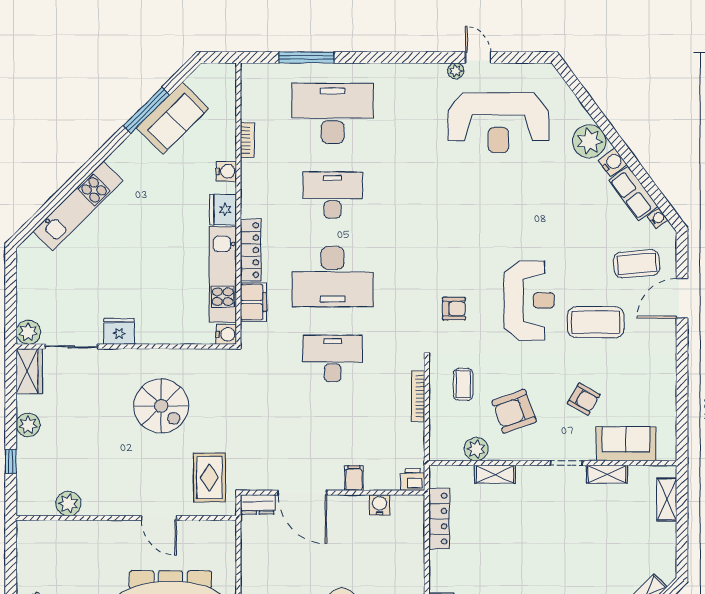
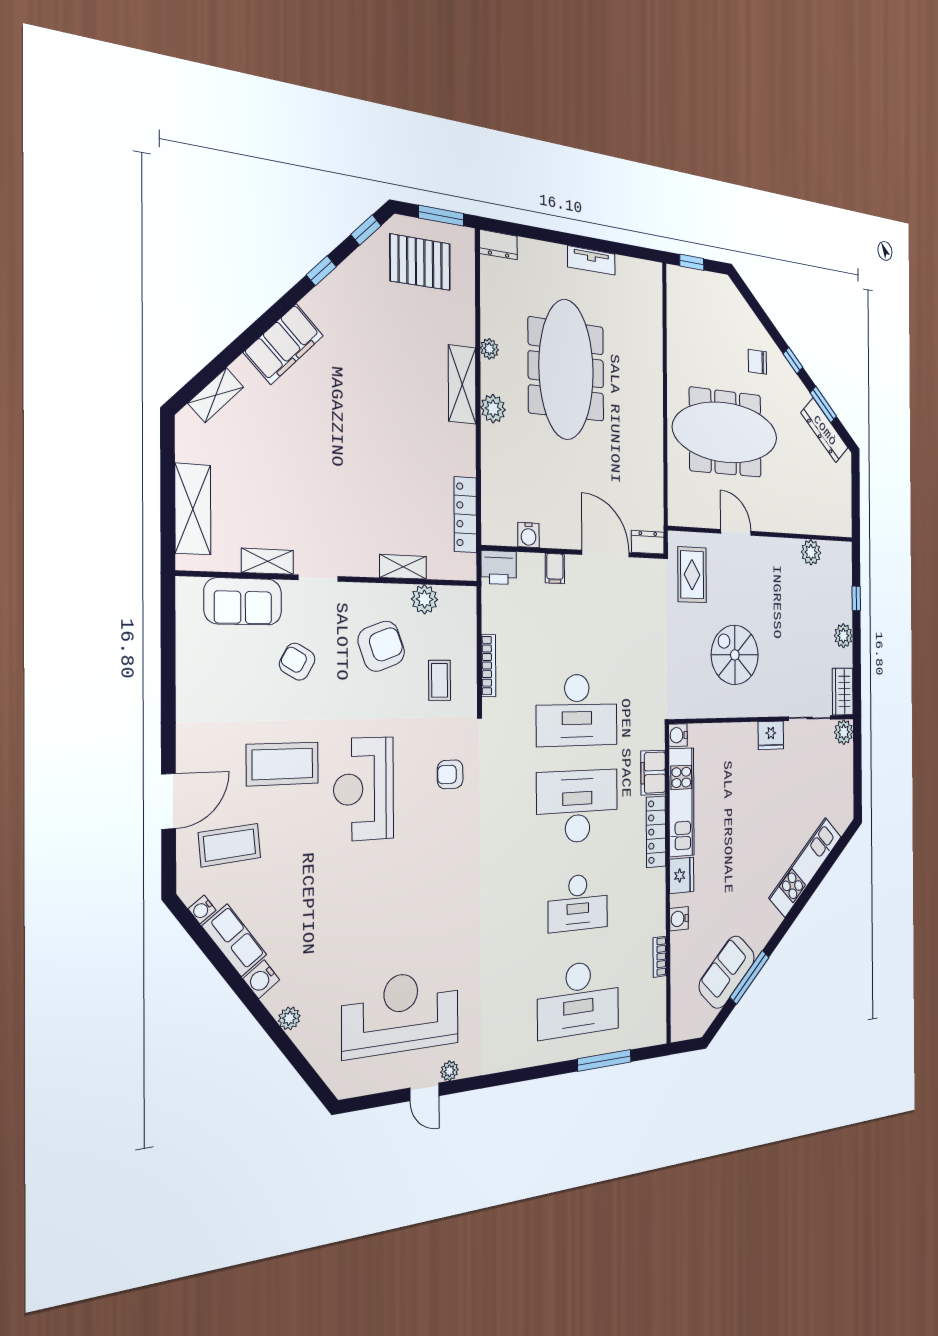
plant: (589, 141) -> (289, 1018), width x0.53, depth x0.53
desk: (333, 358) -> (577, 710), width x1.36, depth x1.30
printer: (413, 479) -> (499, 567), width x1.36, depth x1.24
shelving: (667, 499) -> (193, 509), width x1.50, depth x1.33

